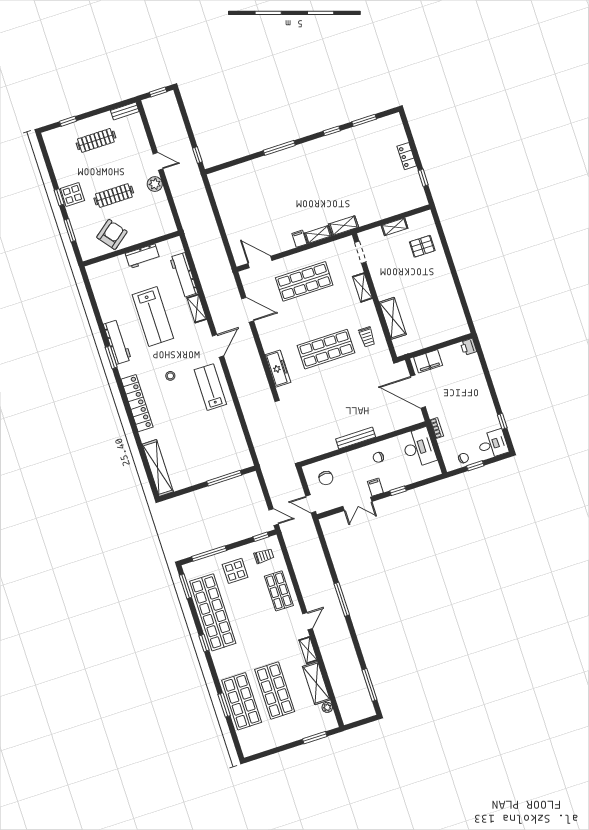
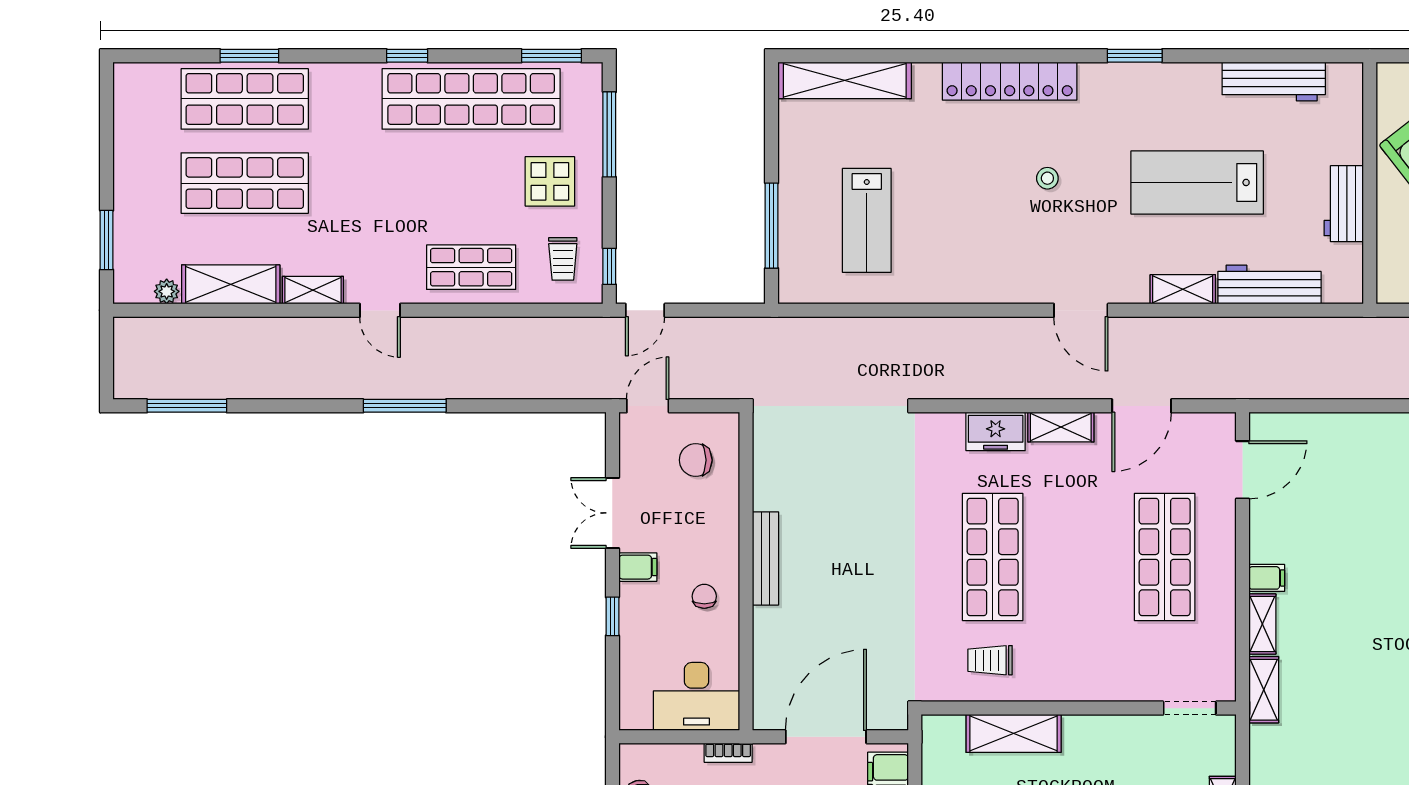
shelving: (362, 287) -> (1061, 427), moved
workbench: (117, 342) -> (1274, 82), moved
freezer: (278, 369) -> (996, 431), width x0.71
lab bench: (210, 387) -> (867, 220), moved, turned 90

